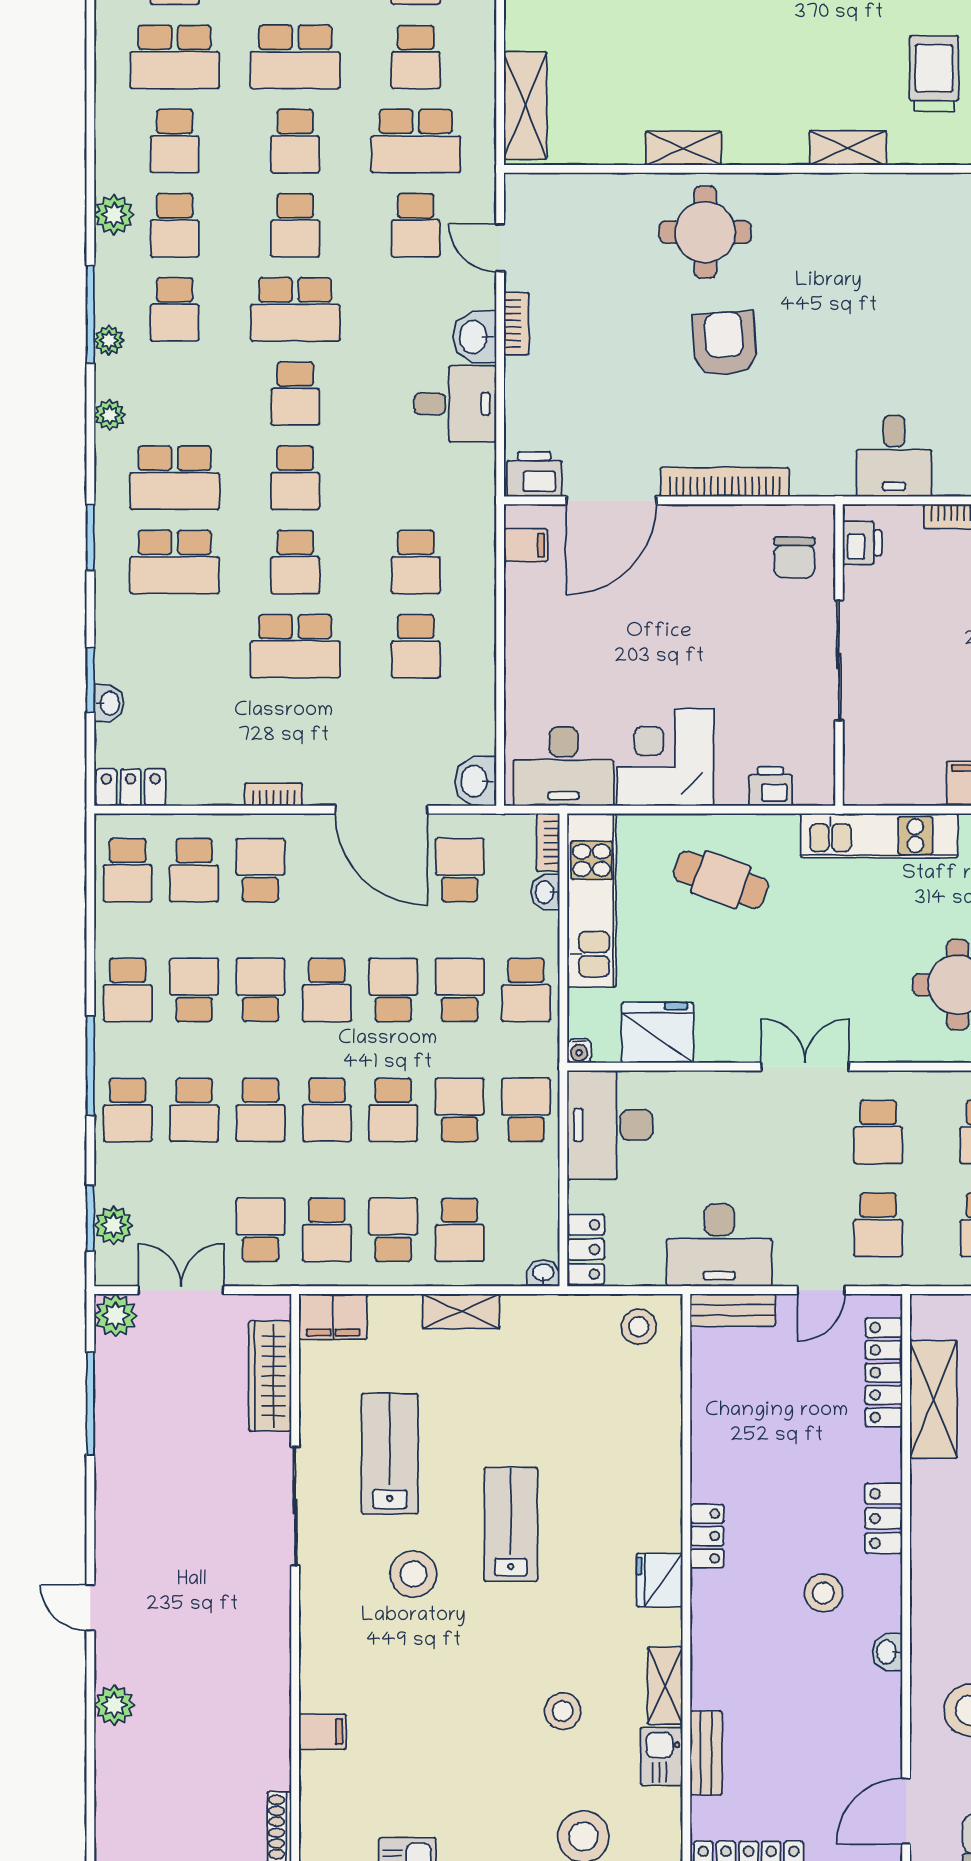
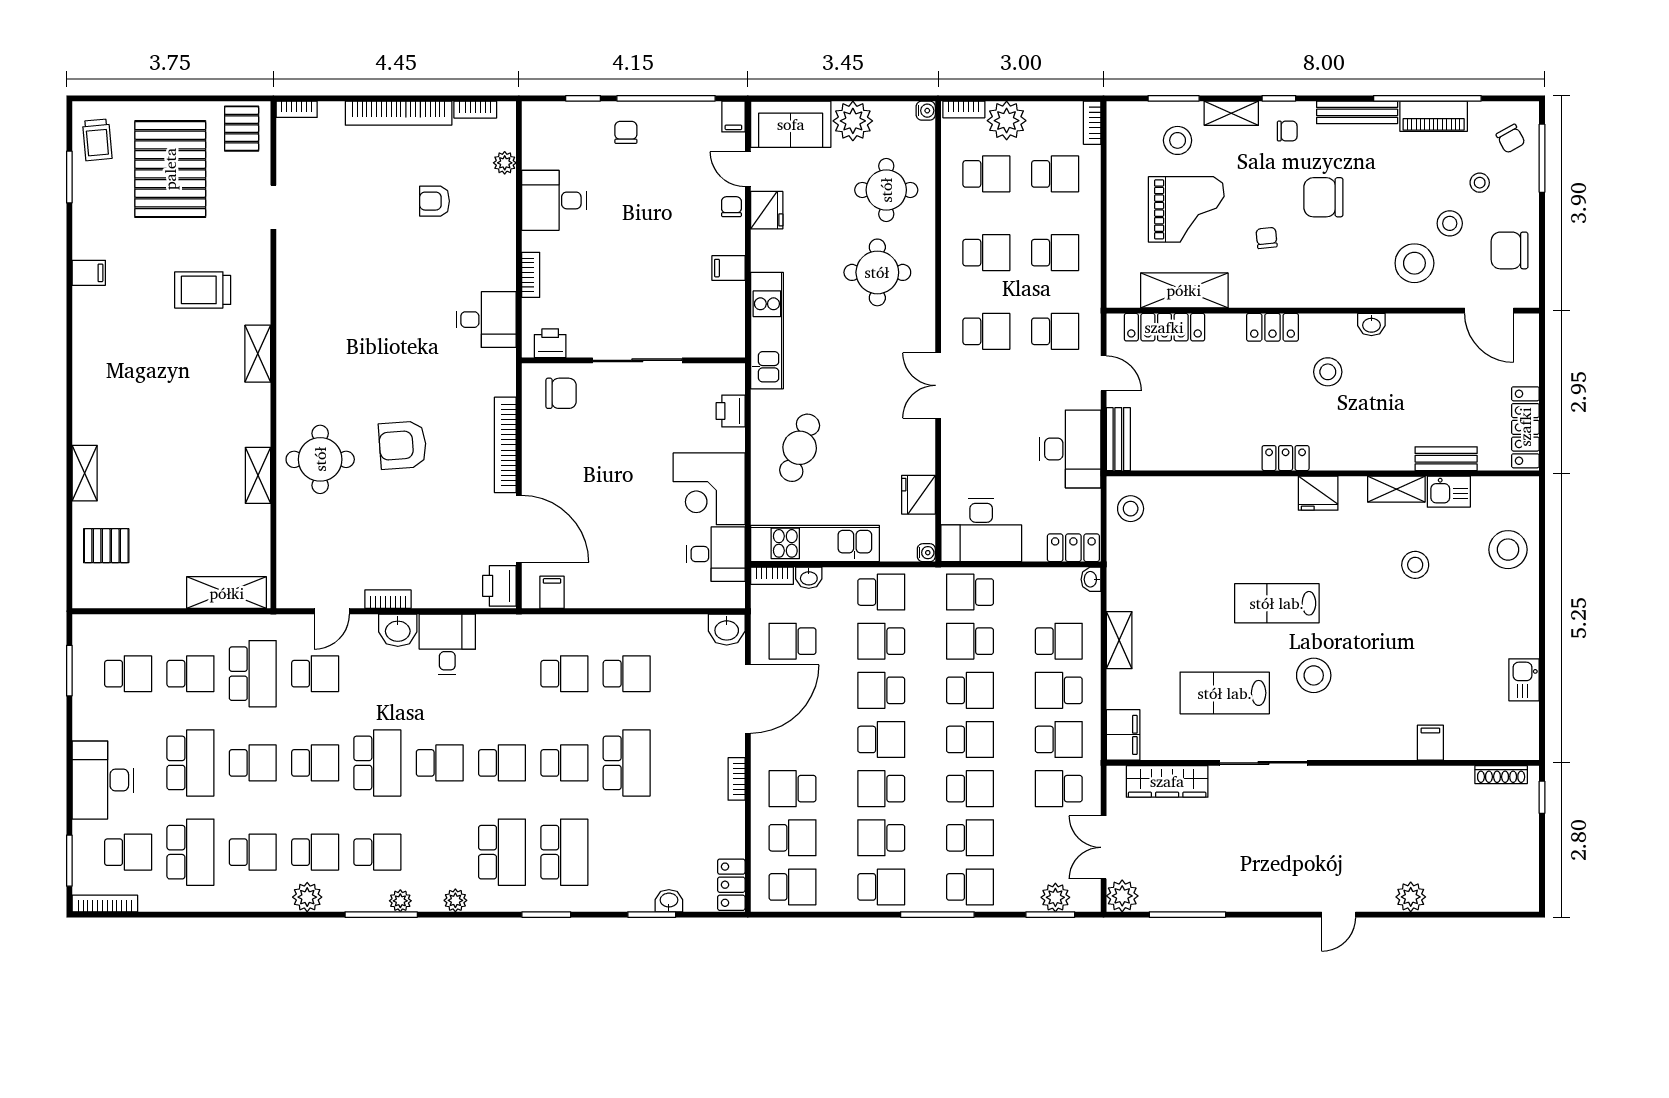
desk: (564, 766) -> (716, 554), width x0.73
fridge: (657, 1033) -> (919, 495), width x0.73, depth x0.75

